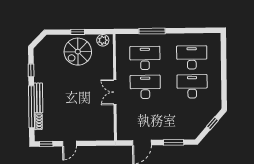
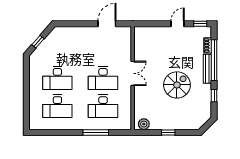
spiral stairs: (78, 52) -> (177, 85), moved
window: (174, 142) -> (76, 24), removed

